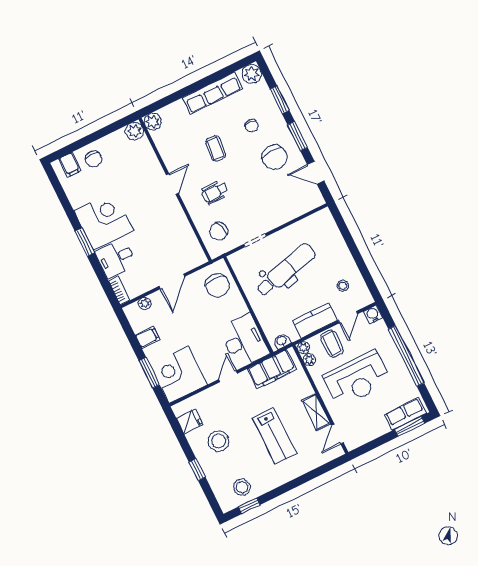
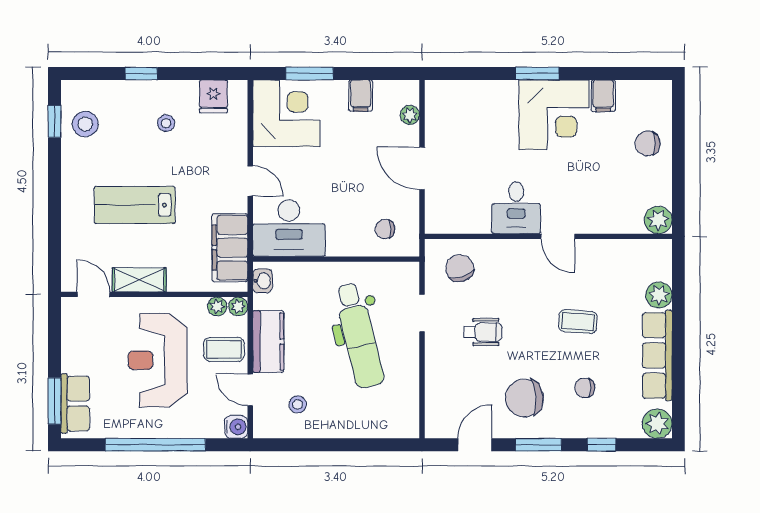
window: (280, 100) -> (601, 445), width x0.67
plant: (153, 122) -> (659, 295), moved
filing cabinet: (70, 165) -> (603, 96), moved, turned -90
wheelchair: (215, 192) -> (483, 332), moved, turned 90
desk: (116, 258) -> (516, 208), moved, turned 180
chair: (217, 285) -> (385, 229), width x0.54, depth x0.54
bookcase: (119, 291) -> (446, 88), removed
stool: (219, 441) -> (166, 123), width x0.53, depth x0.53

